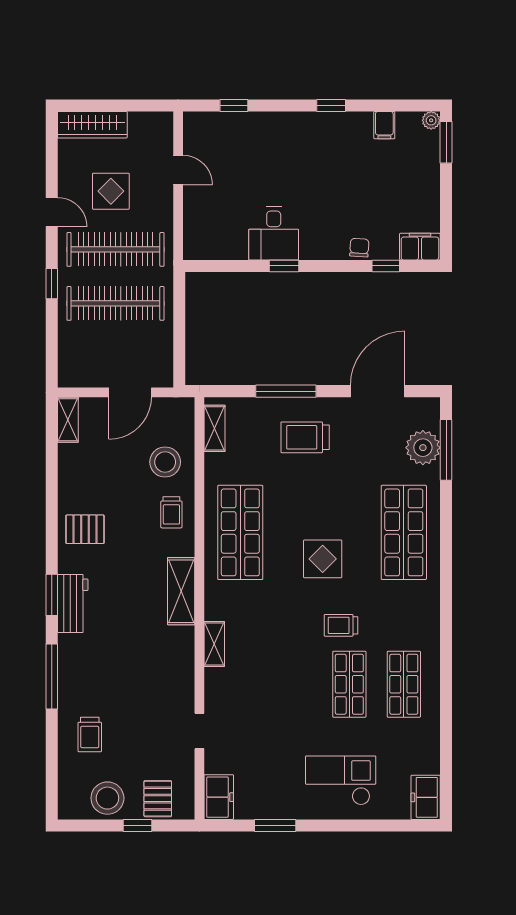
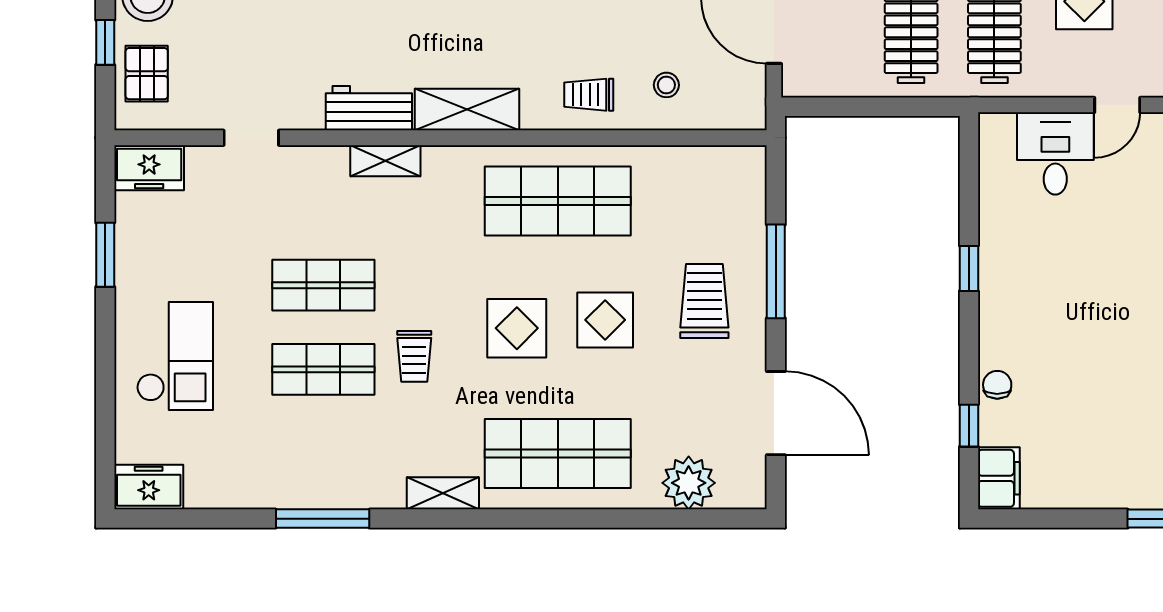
desk: (274, 233) -> (1055, 153), moved, turned 90
chair: (359, 248) -> (997, 385), turned -94
shelving: (214, 428) -> (443, 493), moved
window: (446, 450) -> (323, 519), moved
stool: (165, 462) -> (666, 85), width x0.53, depth x0.53
display table: (317, 502) -> (605, 320), added
trolley: (341, 625) -> (414, 356), turned 180
workbench: (180, 655) -> (369, 108), added
shop shelf: (404, 684) -> (323, 285), moved
pallet: (158, 799) -> (147, 74), turned 90

